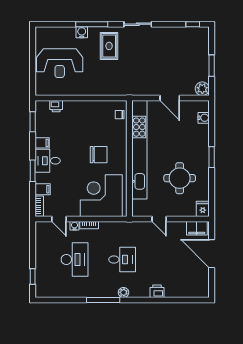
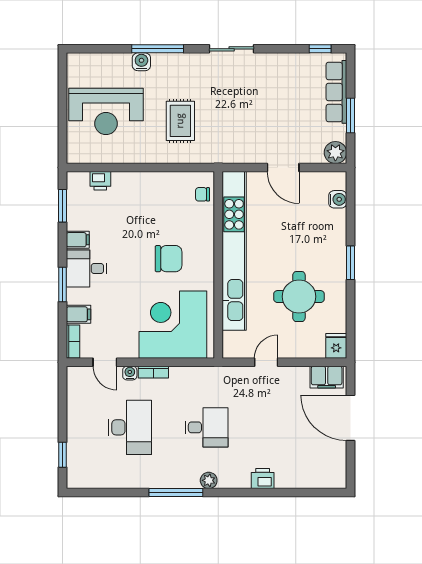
rug: (109, 46) -> (180, 121), moved
row of seats: (203, 51) -> (336, 92), added
door: (159, 219) -> (266, 362), swing flipped

